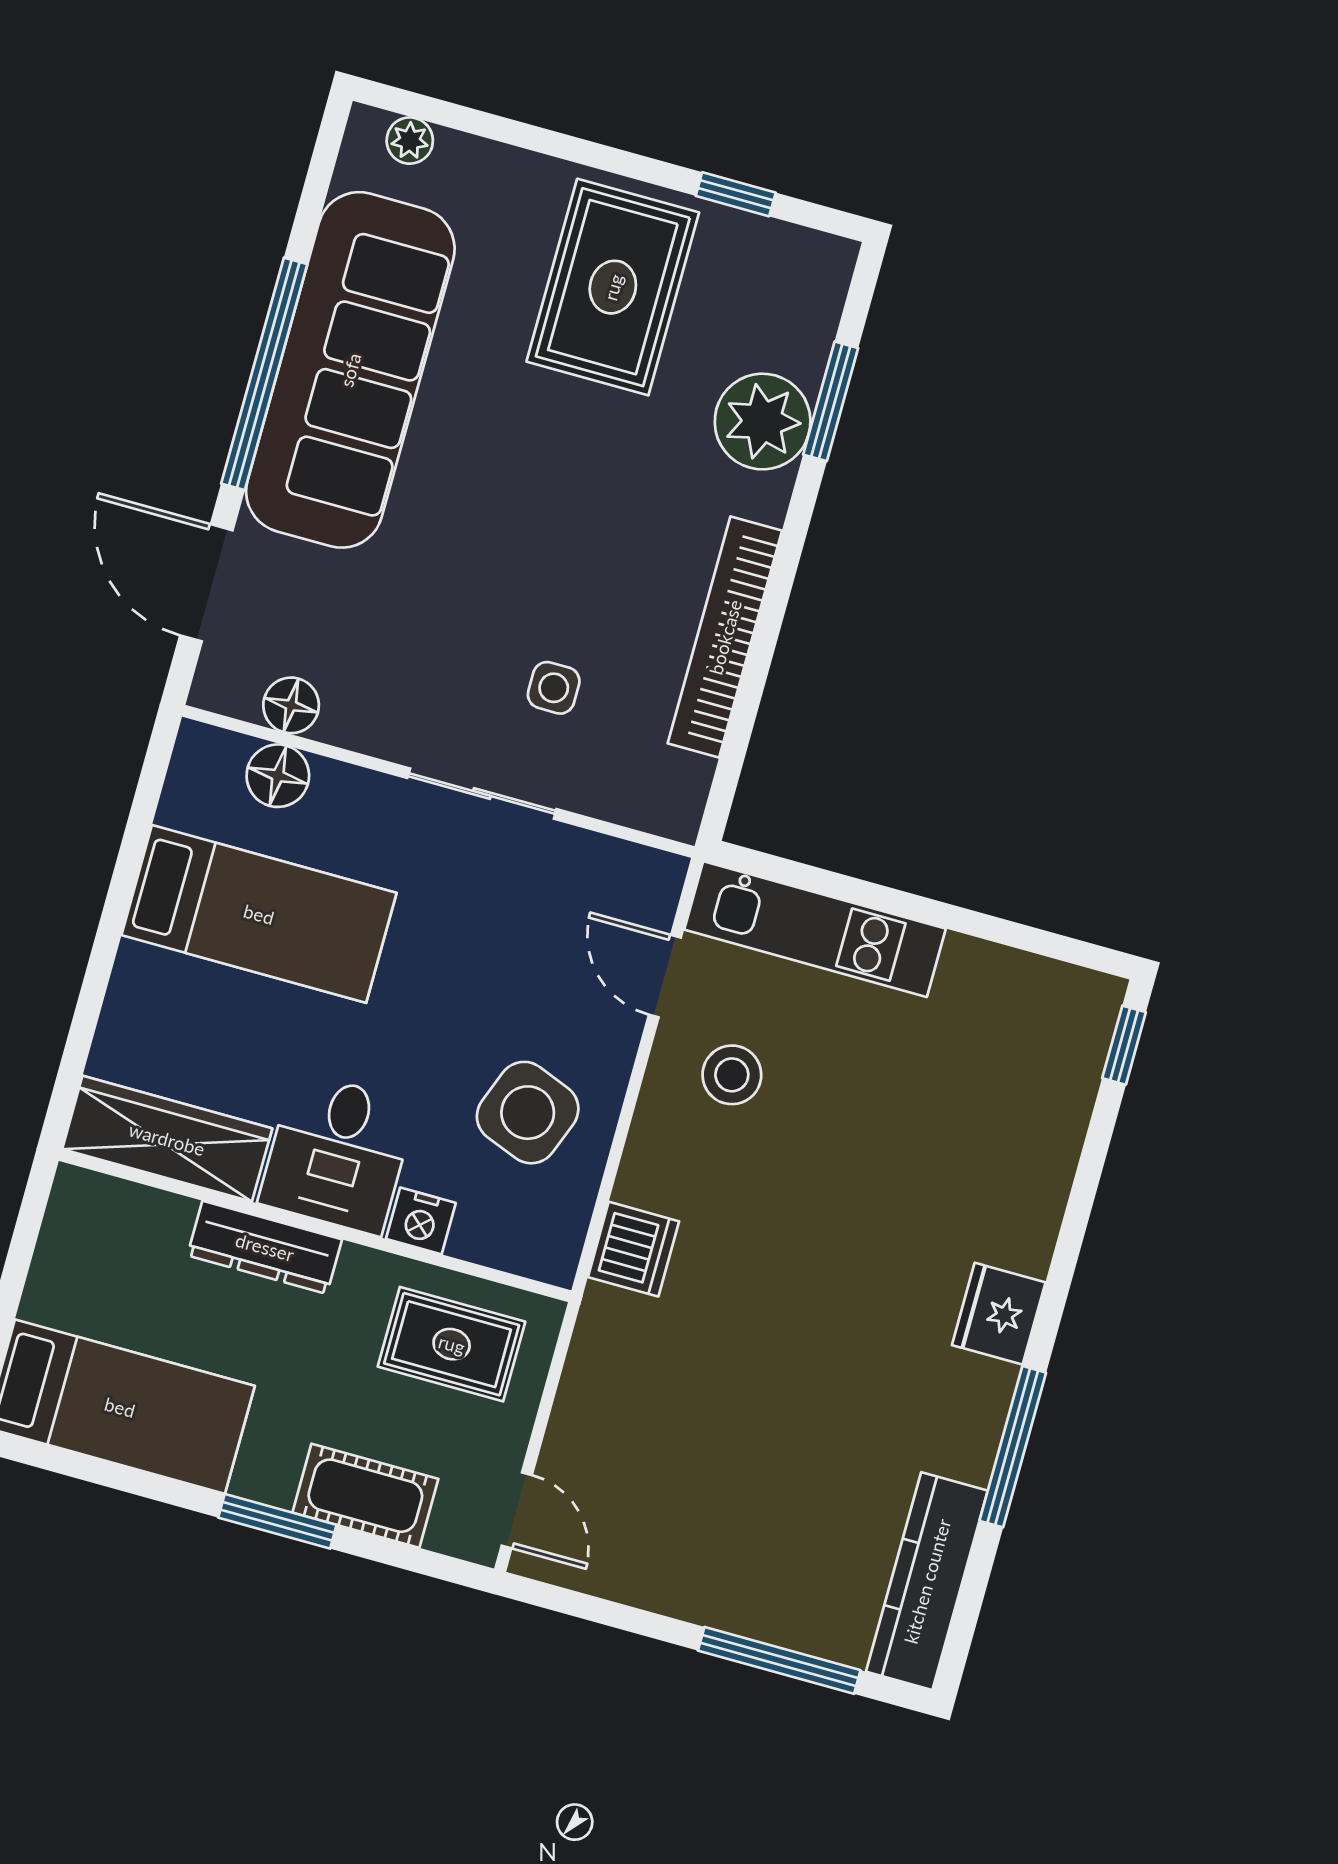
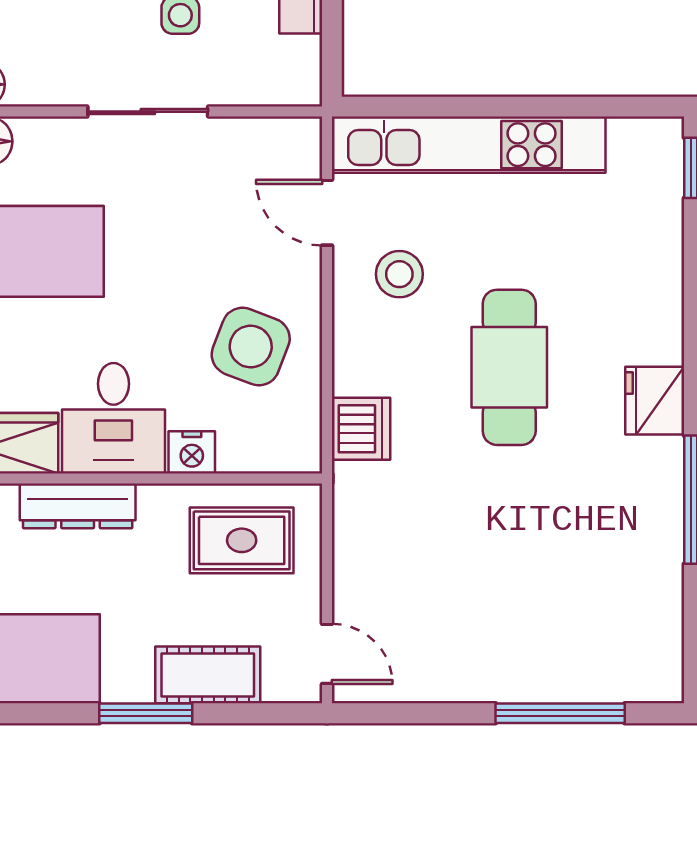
kitchen unit: (815, 929) -> (469, 145), width x1.36
cafe table: (834, 1225) -> (509, 367), added
kitchen counter: (927, 1581) -> (657, 621), removed

